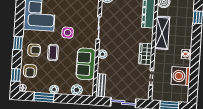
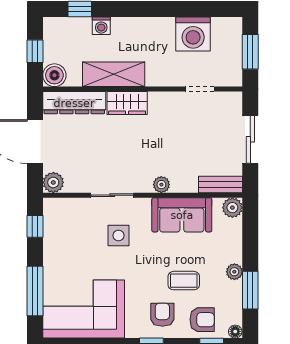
side table: (68, 33) -> (119, 235), moved
coffee table: (53, 53) -> (184, 281), moved
wardrobe: (146, 54) -> (127, 103), moved
washing machine: (186, 54) -> (101, 26), moved
plant: (77, 90) -> (232, 208), moved

